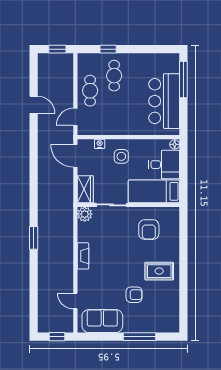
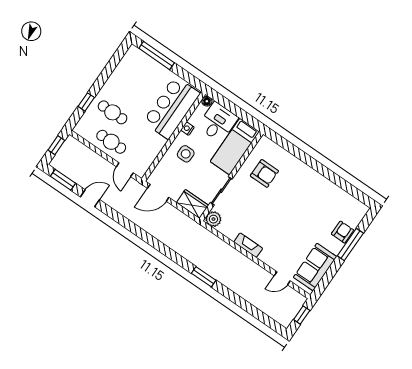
window: (34, 73) -> (63, 180), added
bar counter: (164, 101) -> (172, 108), moved, turned 90
nightstand: (100, 144) -> (187, 129), moved
rug: (159, 271) -> (306, 189), removed
armchair: (134, 295) -> (343, 232), moved

